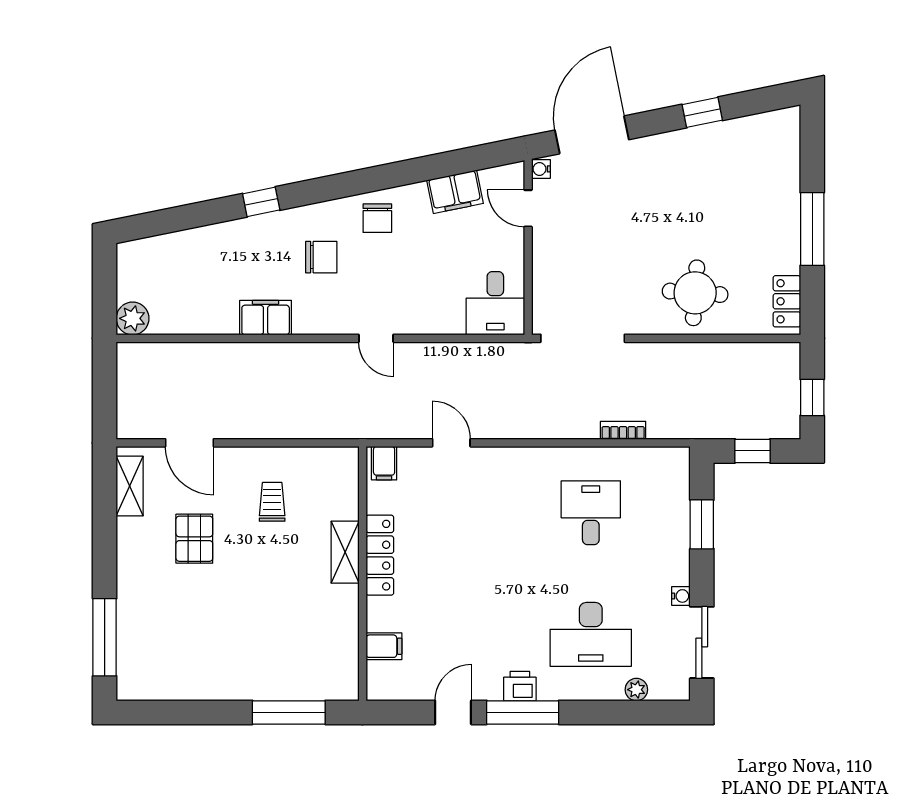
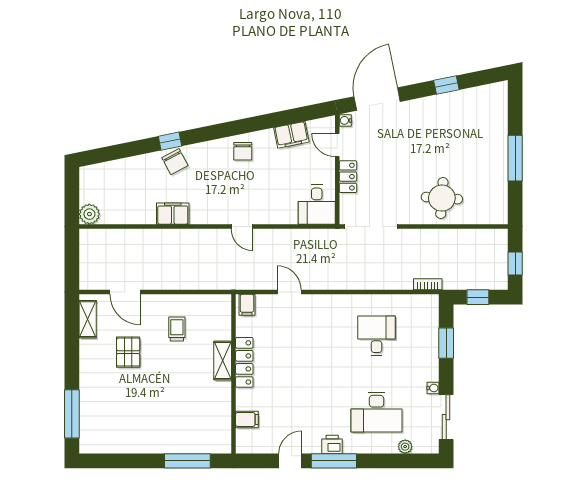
chair: (321, 257) -> (175, 162), moved, turned 62
locker: (787, 301) -> (348, 177), moved, turned 180
bookcase: (623, 430) -> (428, 284), moved

